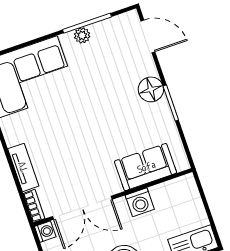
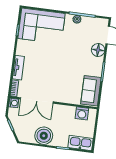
floor lamp: (151, 89) -> (98, 50), moved
sofa: (146, 167) -> (91, 91), moved, turned -90
washing machine: (140, 202) -> (82, 113), moved

